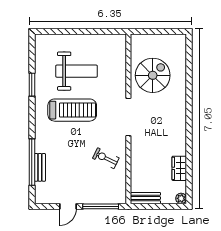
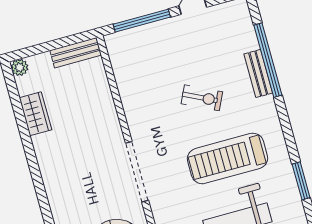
exercise bike: (106, 158) -> (202, 98), moved
bench: (40, 167) -> (258, 73), moved

